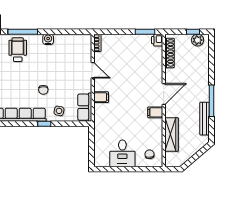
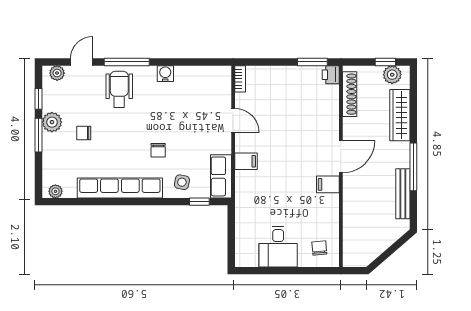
window: (44, 124) -> (199, 202), moved
wardrobe: (171, 134) -> (400, 115), moved, turned 180

